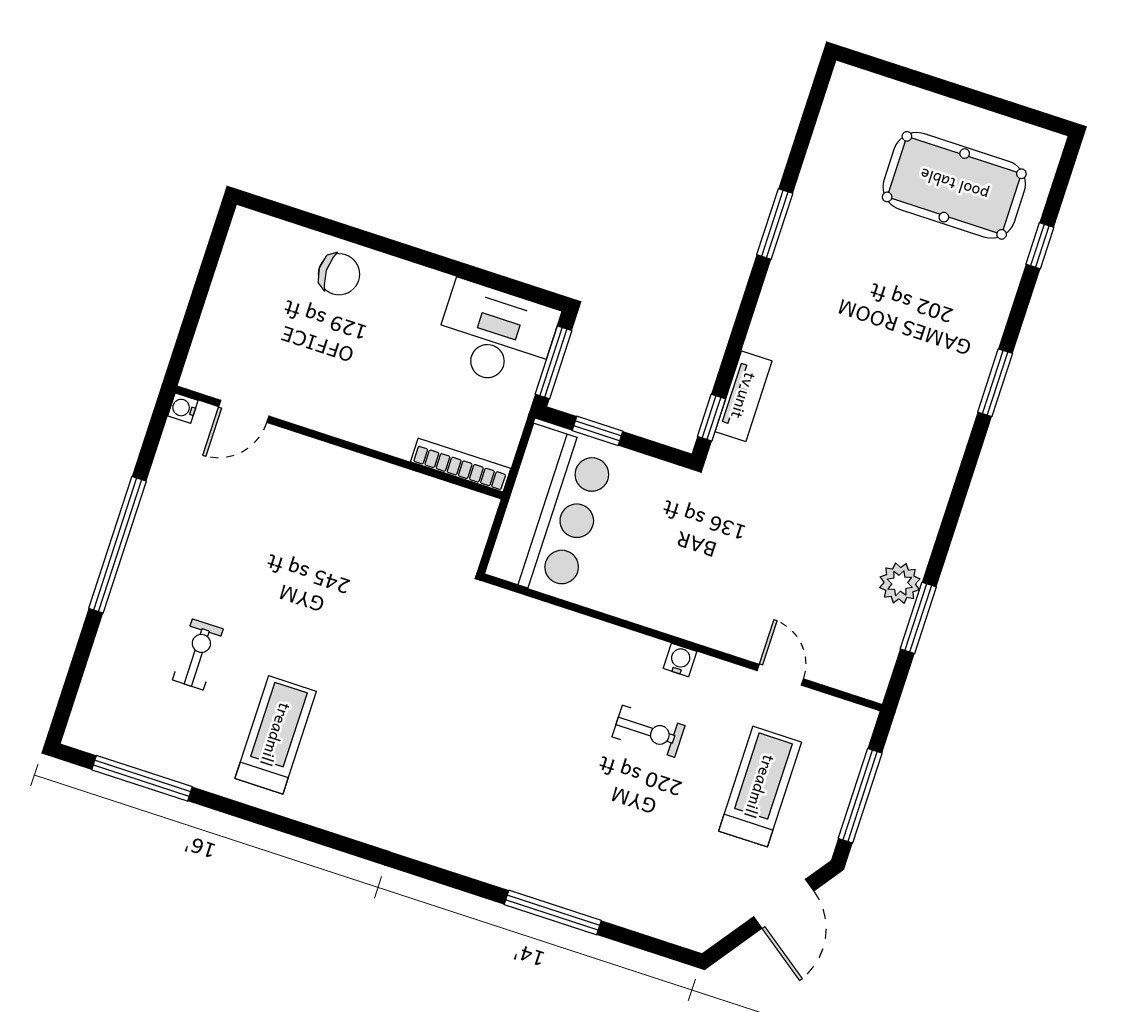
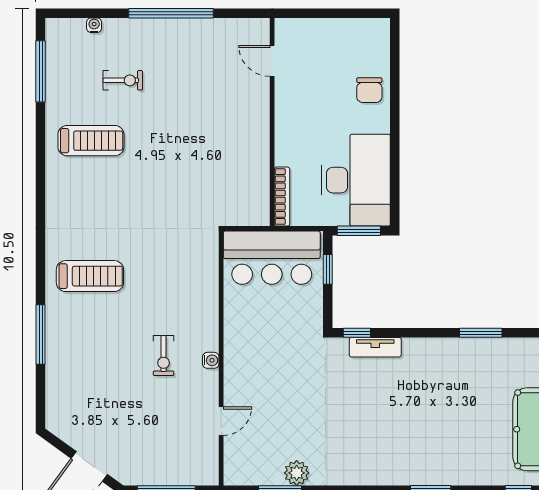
desk: (496, 335) -> (356, 180), width x1.36, depth x1.30
water cooler: (183, 408) -> (94, 25), moved
treadmill: (760, 787) -> (90, 276), moved

